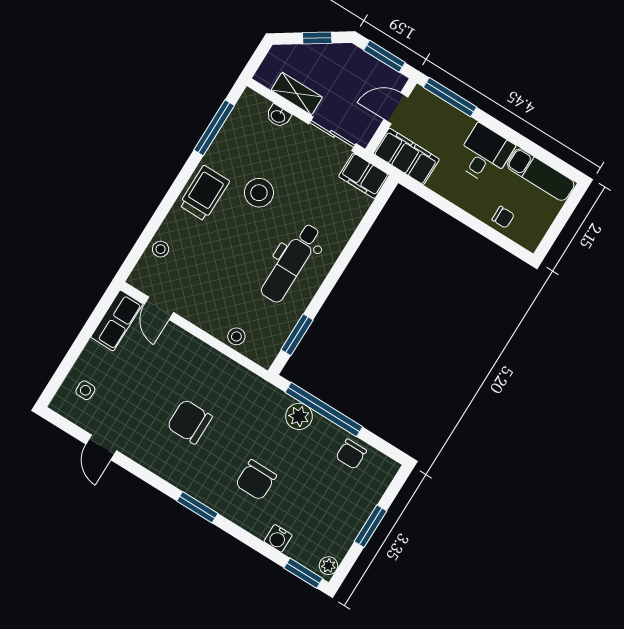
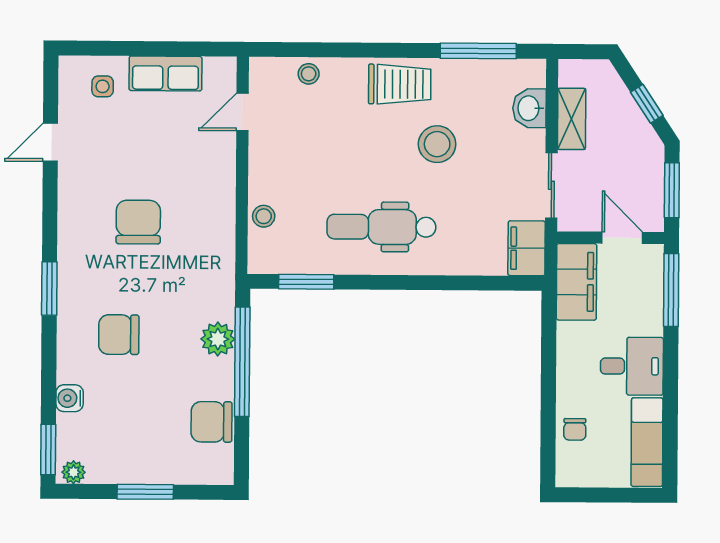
washbasin: (278, 116) -> (529, 108), width x1.38, depth x1.45
row of seats: (117, 321) -> (165, 74), moved
chair: (351, 454) -> (212, 422), width x1.37, depth x1.37

